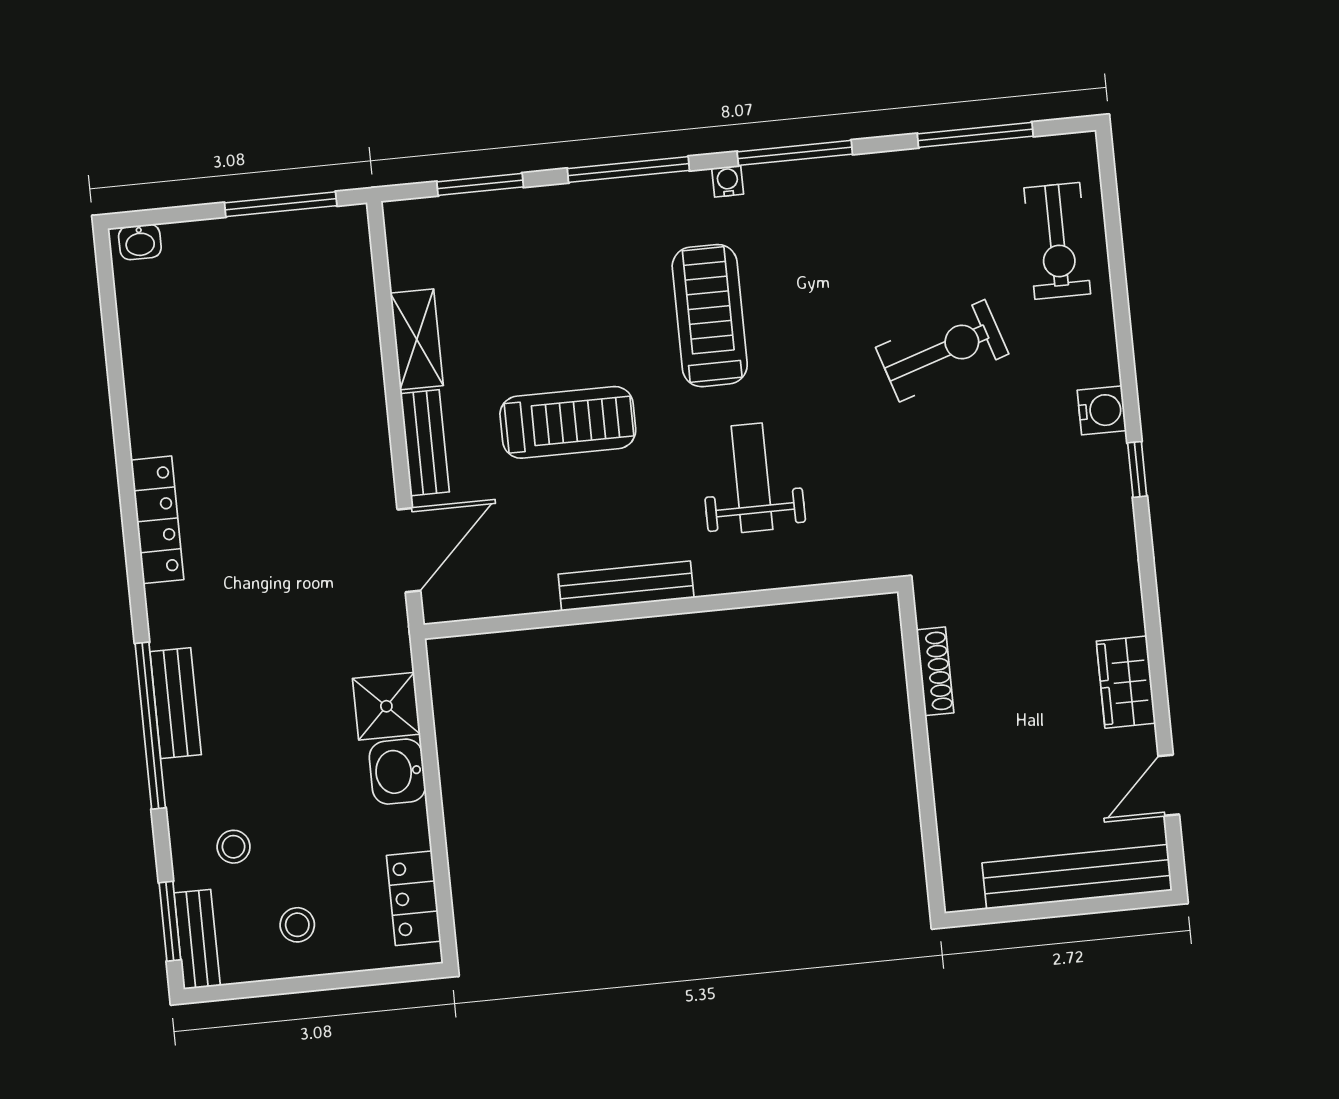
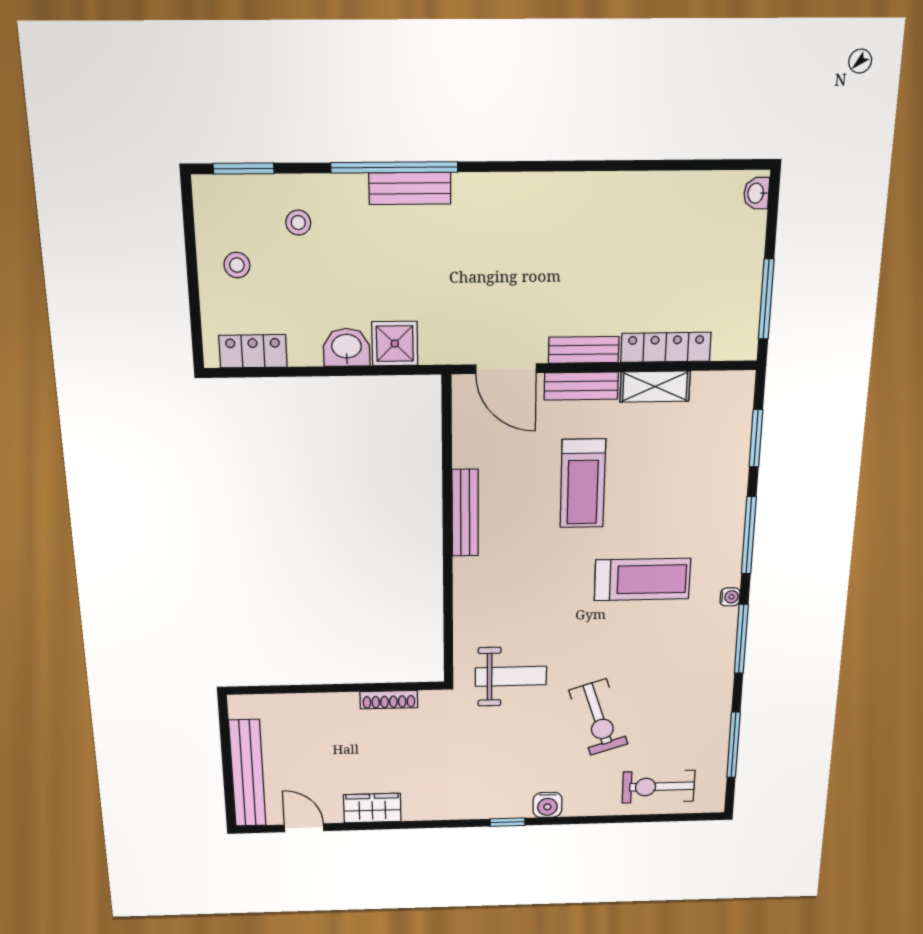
weight bench: (752, 478) -> (511, 676), moved
locker: (157, 520) -> (666, 347), moved, turned 180
bench: (197, 939) -> (584, 350), moved

